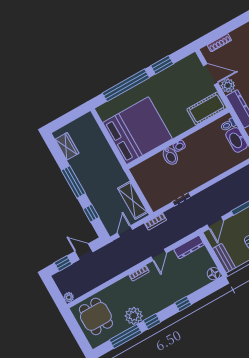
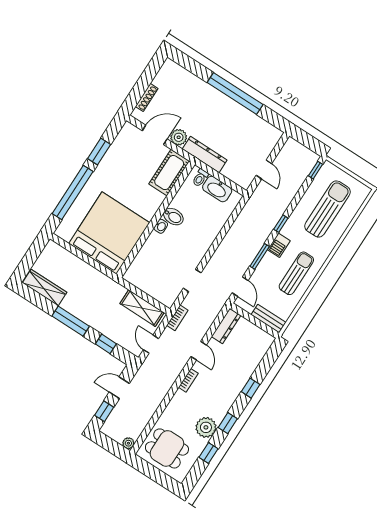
wardrobe: (67, 146) -> (45, 288), width x1.50
bidet: (170, 156) -> (173, 217), moved
floor lamp: (214, 274) -> (266, 340), removed
window: (126, 336) -> (209, 453), width x0.46

